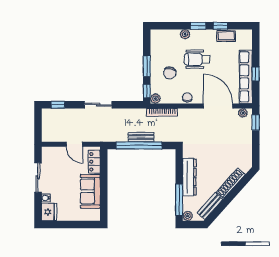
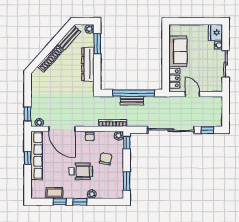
window: (147, 66) -> (127, 181), moved
sliding door: (98, 105) -> (171, 130), width x1.86
window: (179, 200) -> (97, 44), width x0.69

